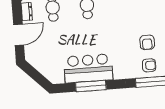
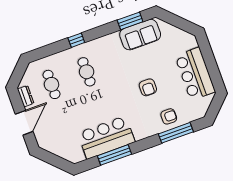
armchair: (147, 42) -> (148, 87), moved

